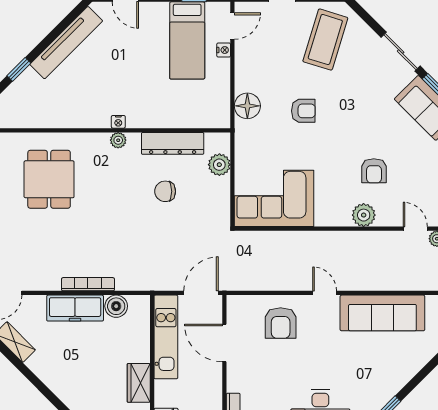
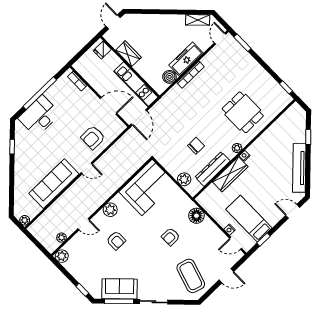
door: (232, 26) -> (236, 243), hinge flipped
wardrobe: (157, 116) -> (230, 174), added
armchair: (374, 171) -> (116, 240), turned 180
dining table: (49, 179) -> (243, 112), moved
plant: (364, 215) -> (110, 210), moved
door: (415, 229) -> (84, 224), moved
armchair: (281, 323) -> (93, 137), turned -90

